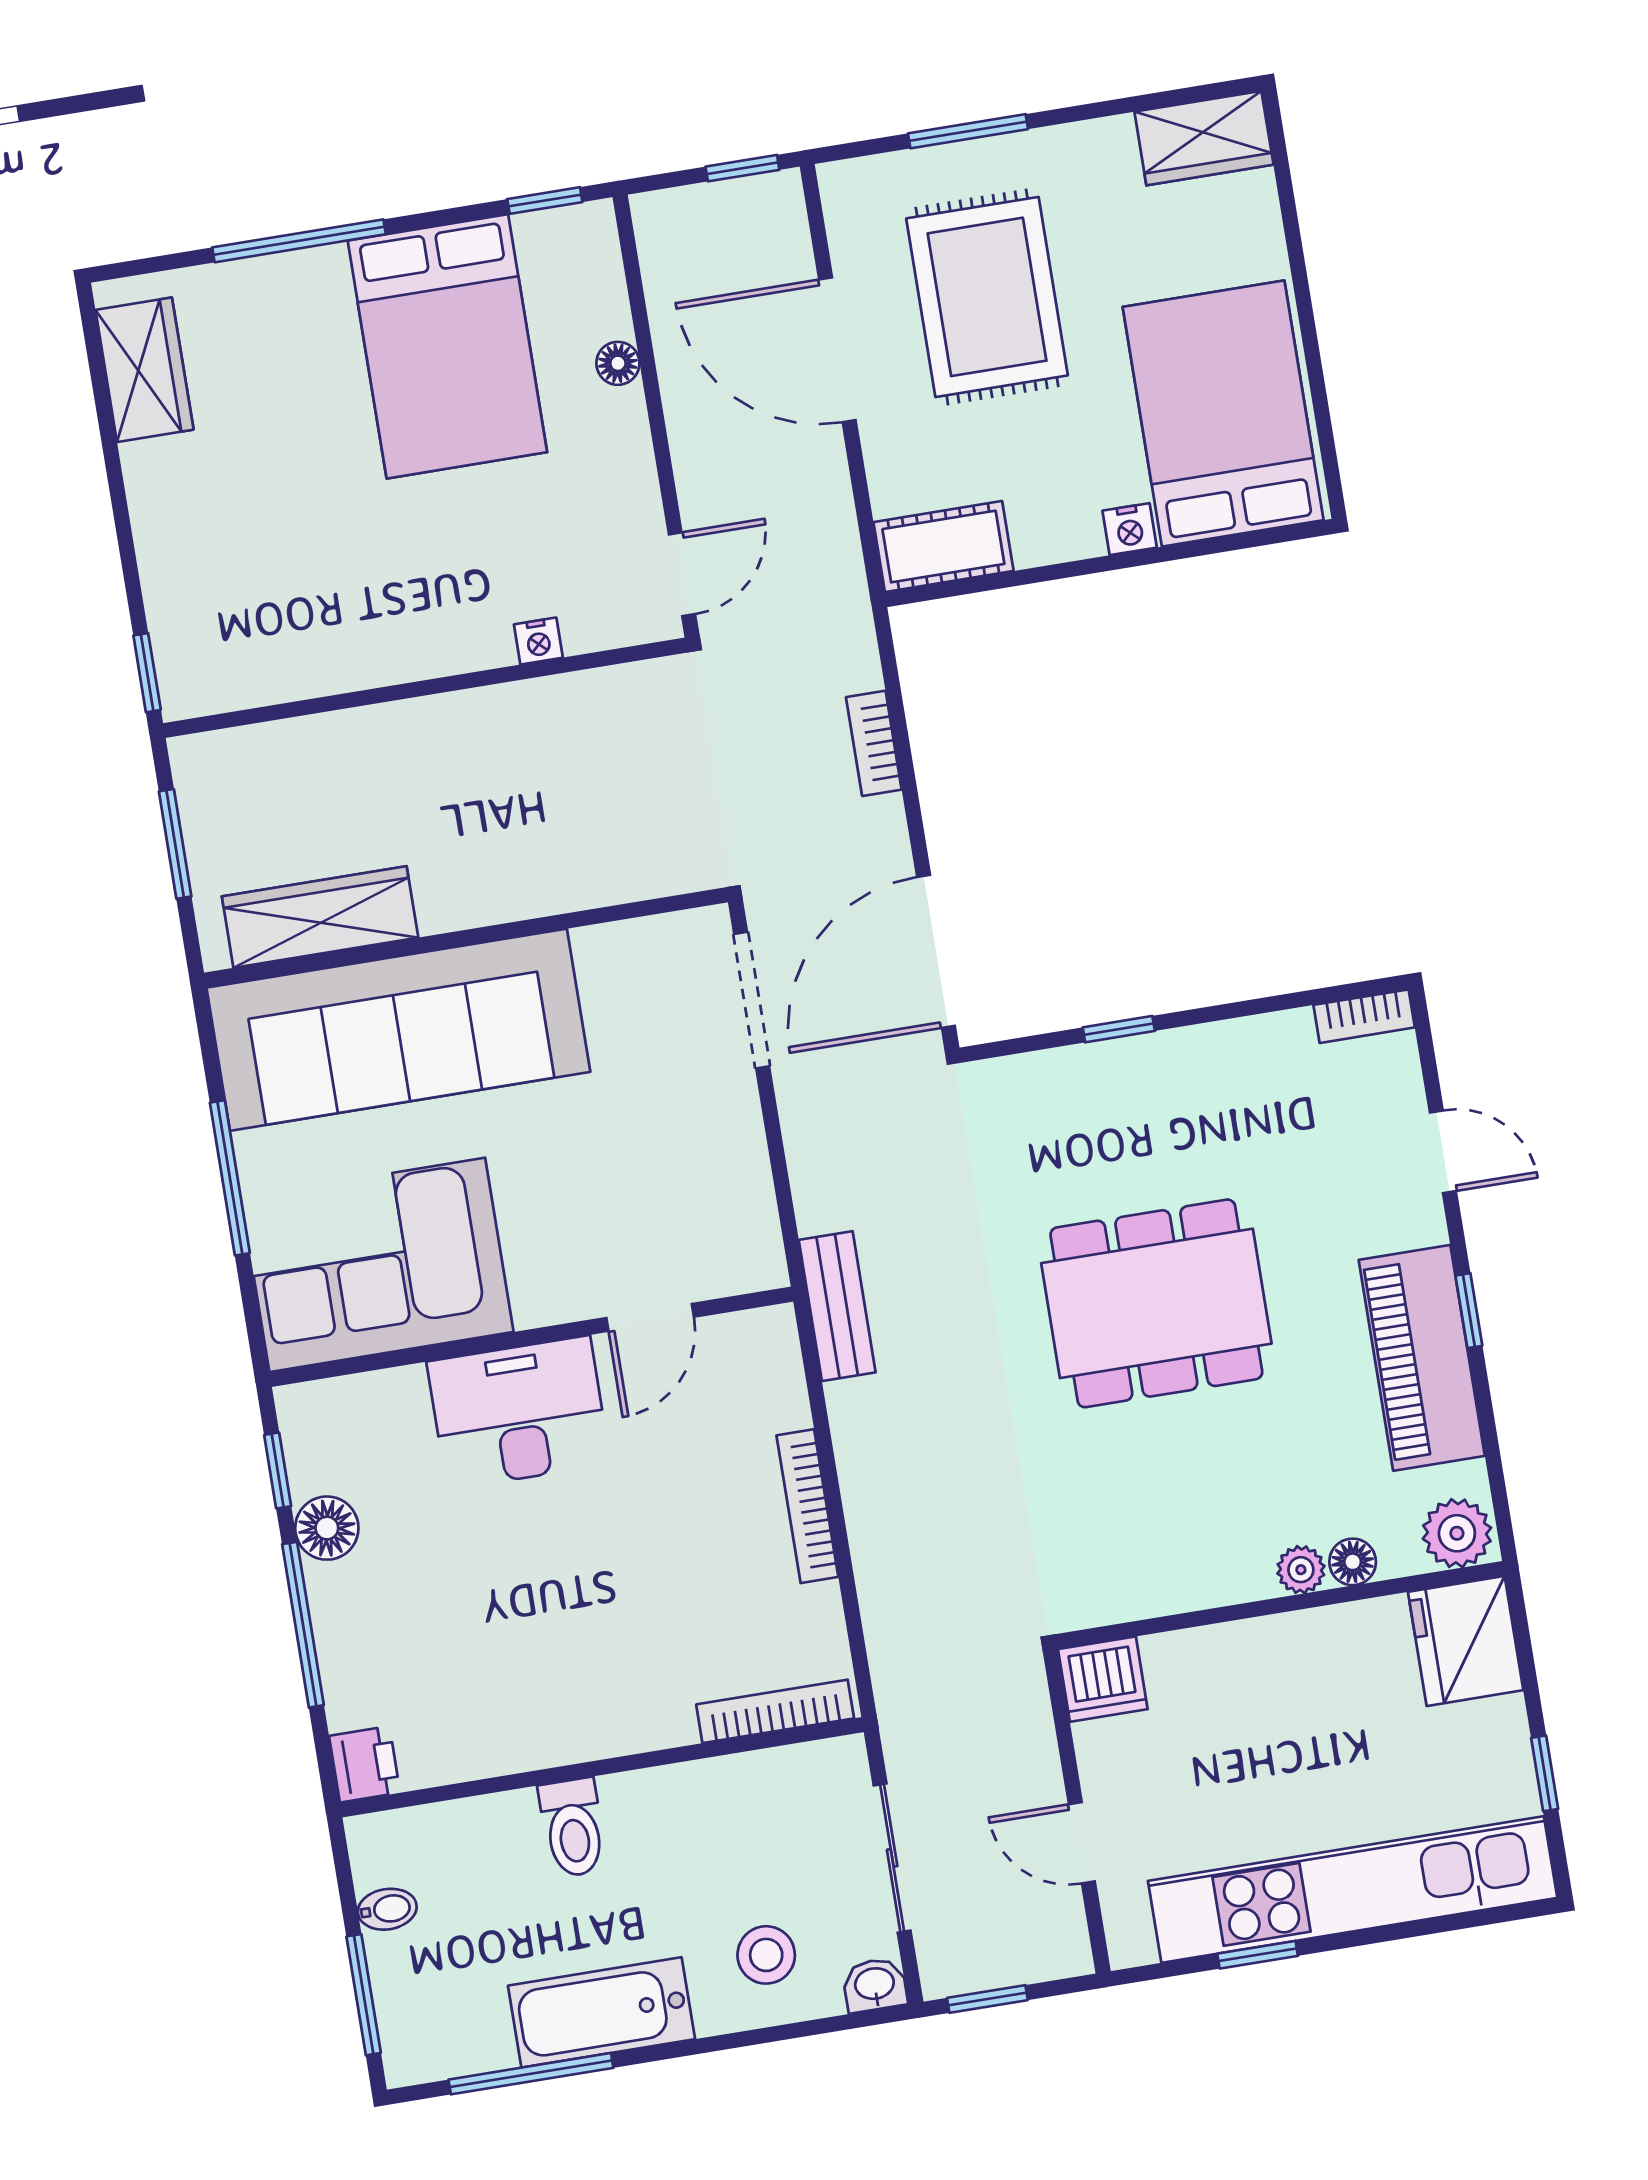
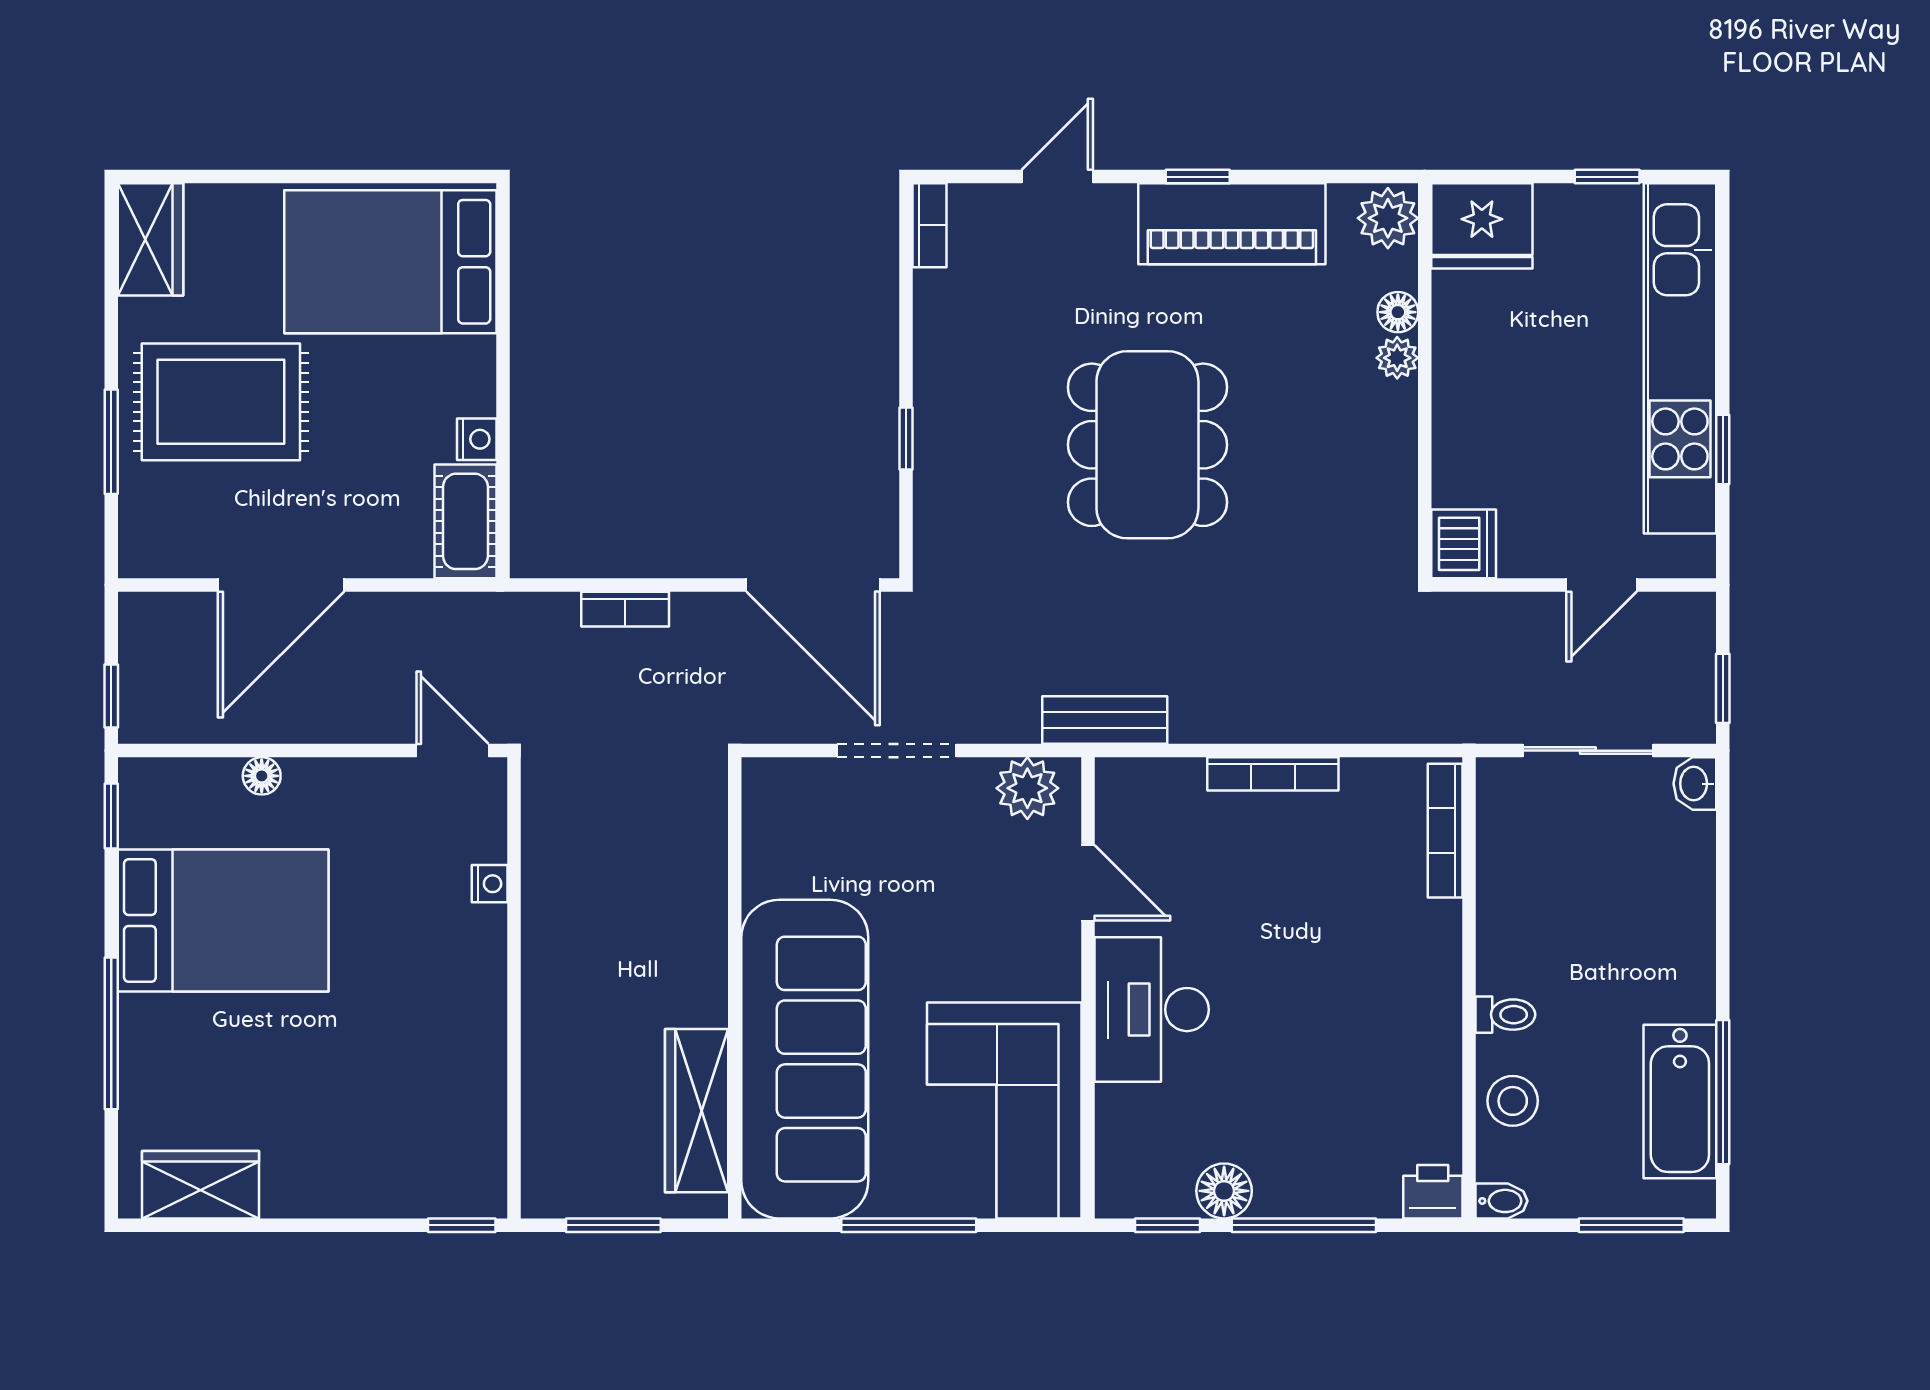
window: (742, 168) -> (111, 696), moved
rug: (987, 297) -> (221, 402), moved
nightstand: (1130, 529) -> (477, 439), moved
doorway: (752, 1000) -> (897, 751), moved
plant: (746, 1231) -> (1027, 788), added
toilet: (573, 1828) -> (1505, 1015), width x0.73, depth x0.72
bidet: (387, 1909) -> (1501, 1201), moved, turned 90
stool: (766, 1955) -> (1513, 1101), moved
bathtub: (601, 2012) -> (1680, 1101), moved

